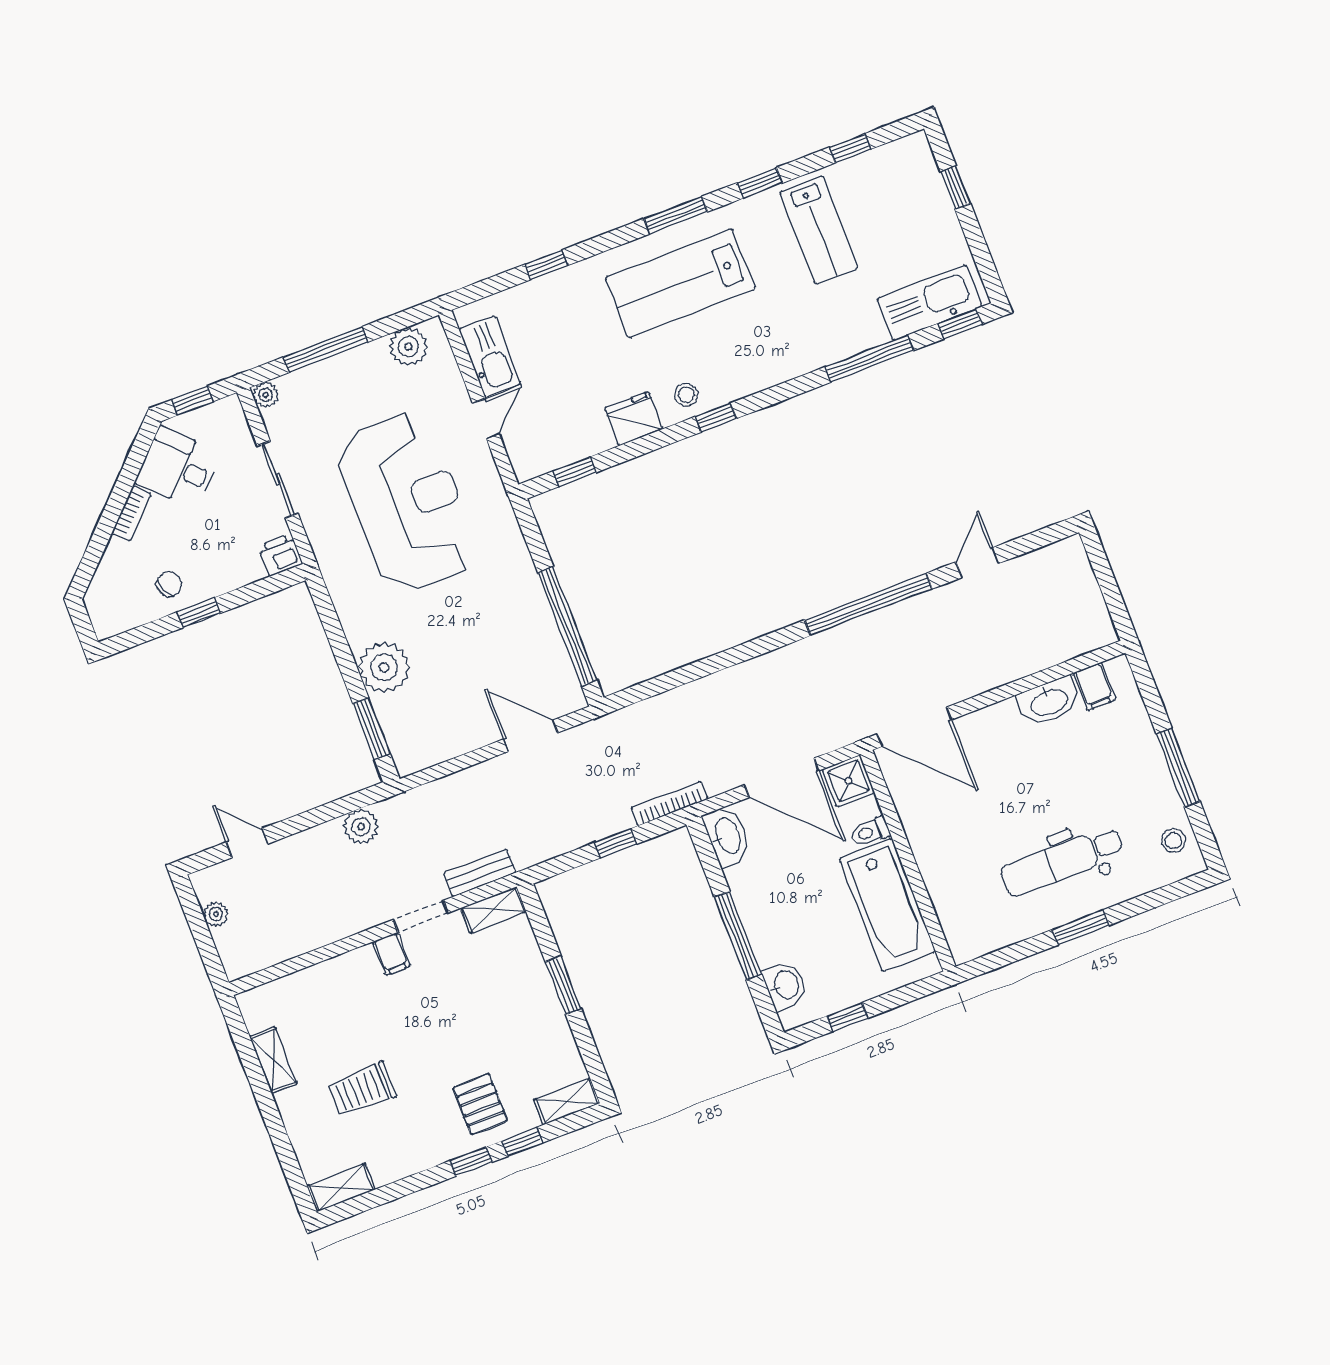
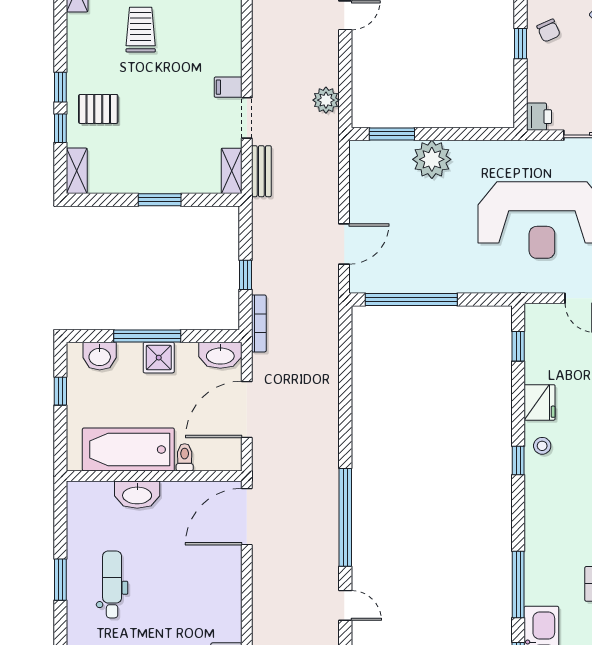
washbasin: (1049, 702) -> (137, 495), moved, turned -90
shower: (848, 781) -> (159, 358), moved
dental chair: (1062, 861) -> (112, 584), width x0.73, depth x0.72

